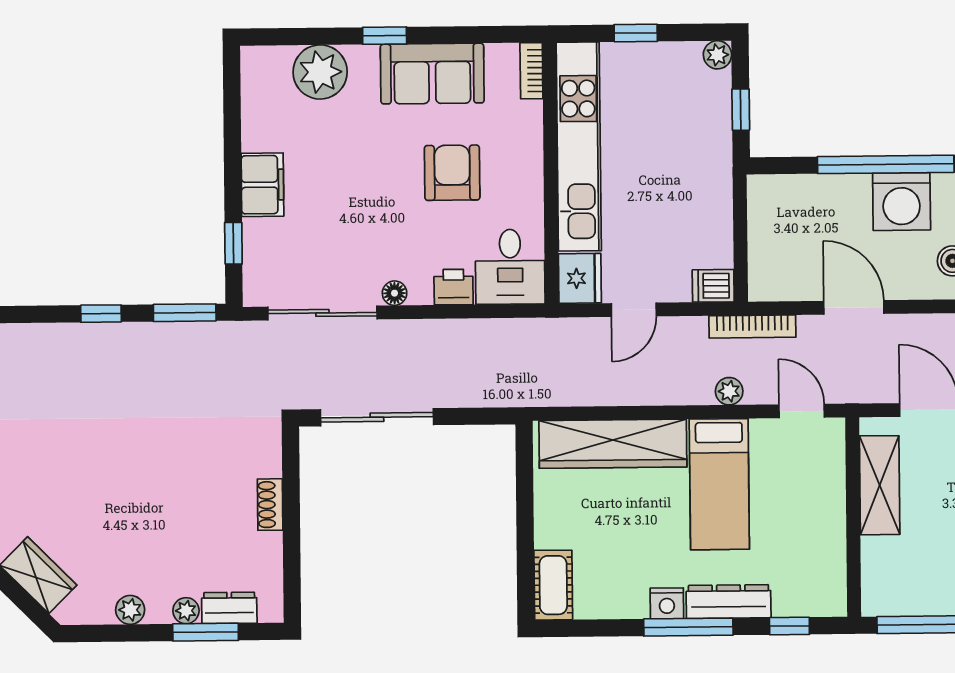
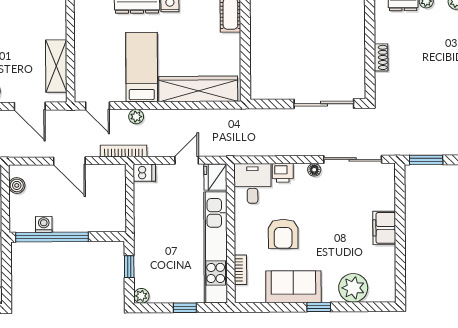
bookcase: (531, 71) -> (240, 270), moved
washing machine: (902, 202) -> (44, 224), width x0.53, depth x0.53
window: (233, 243) -> (400, 197), removed

